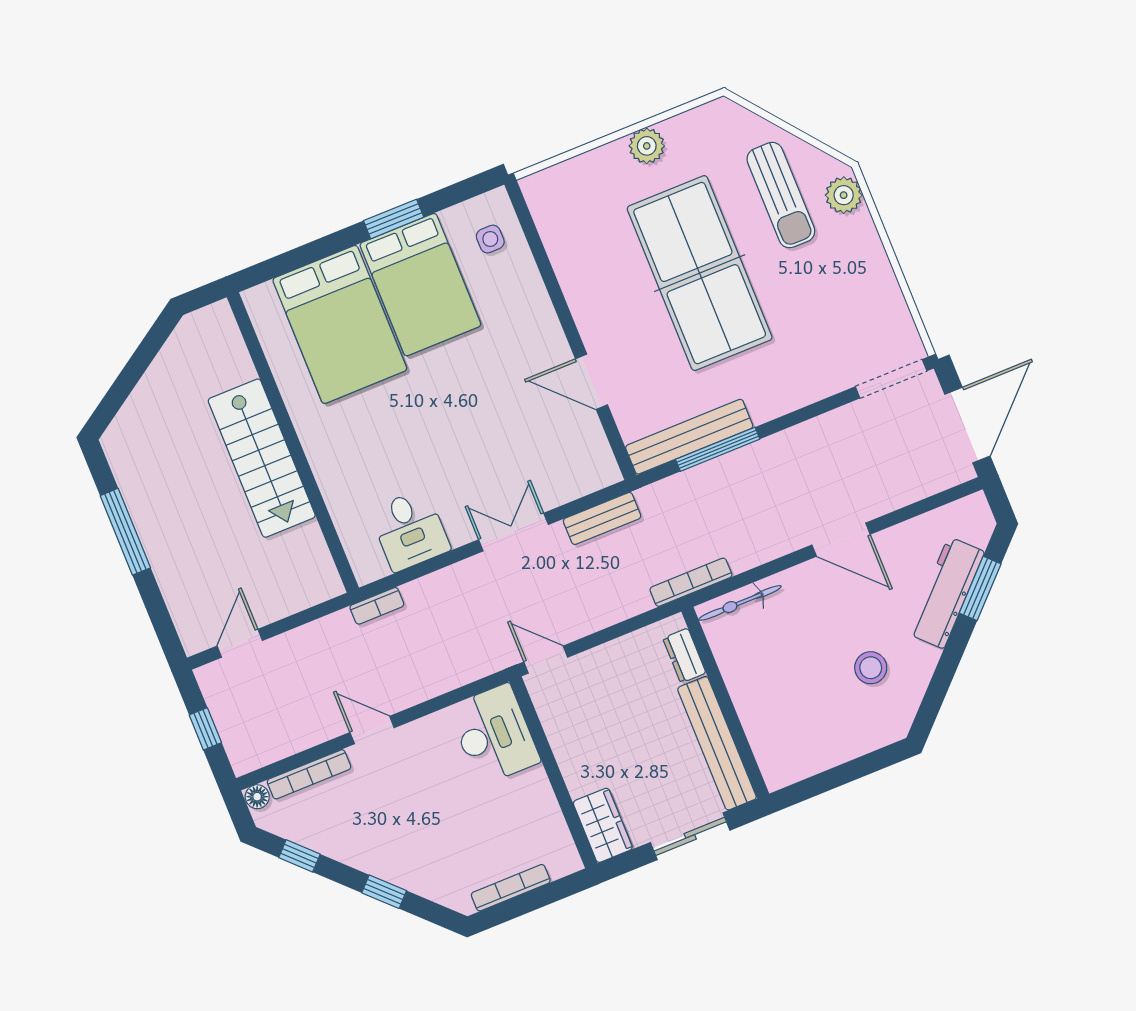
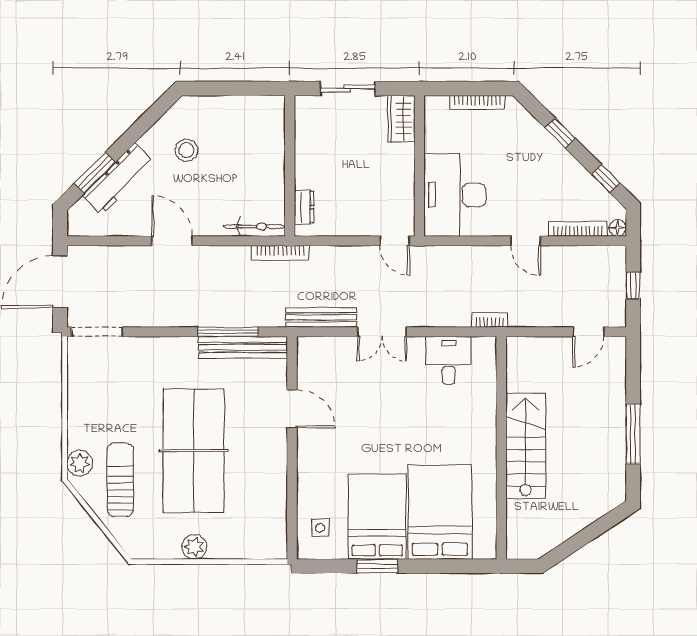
bench: (602, 518) -> (321, 317), width x1.36
desk: (494, 735) -> (455, 195), width x1.36, depth x1.30
bench: (717, 743) -> (306, 142), removed

